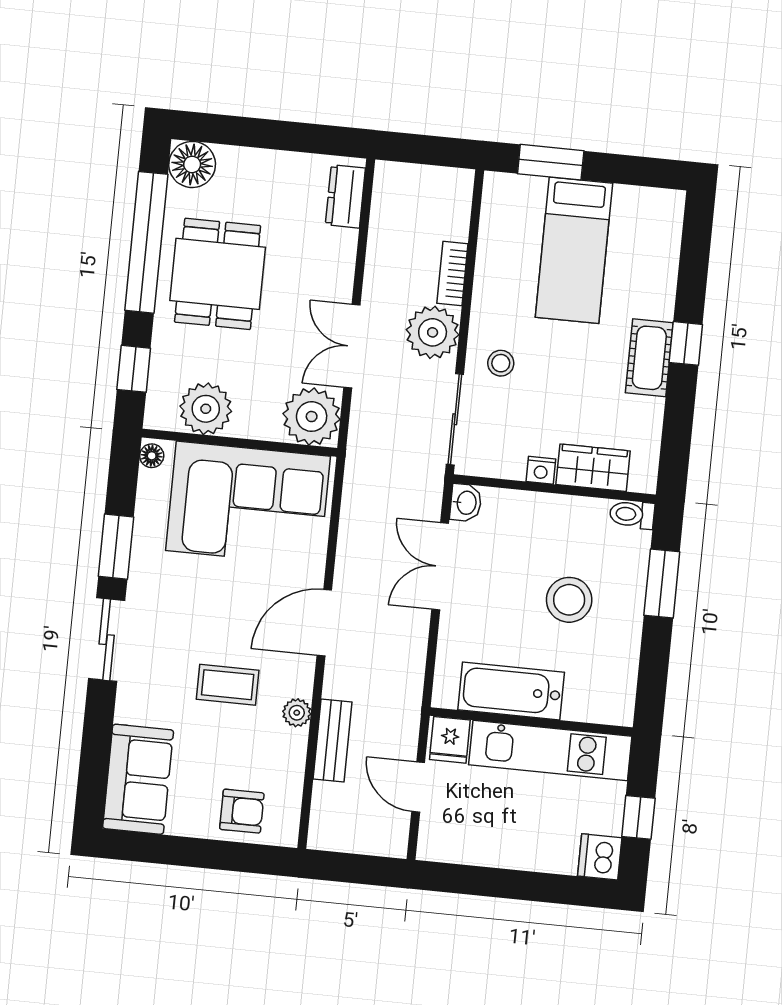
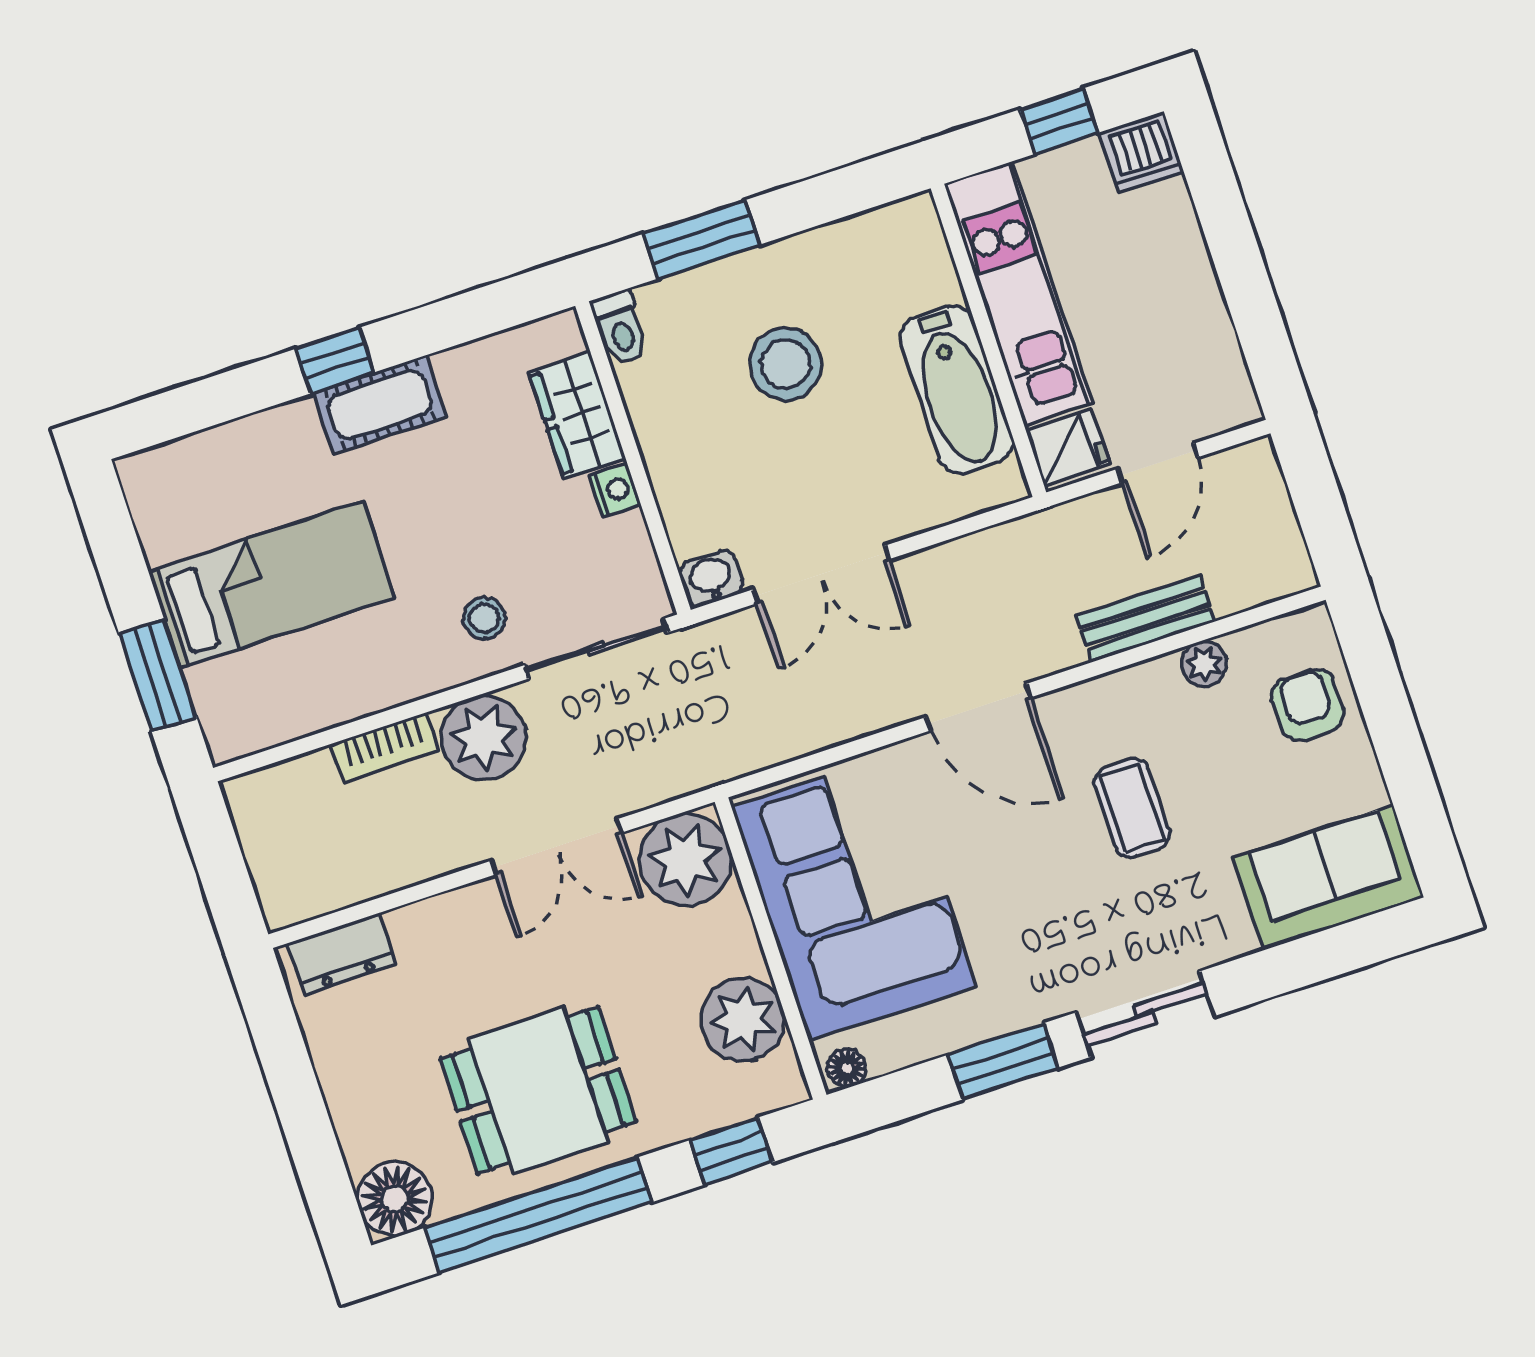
plant: (297, 713) -> (1204, 664), moved

